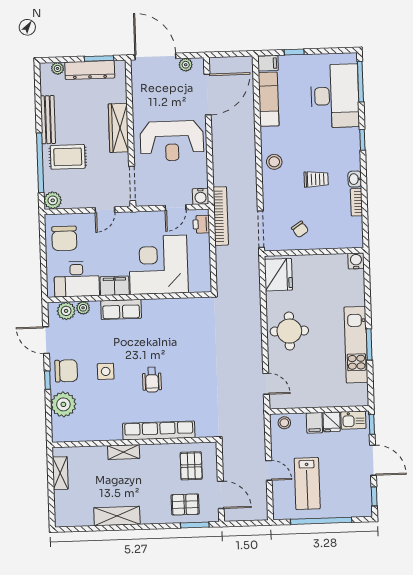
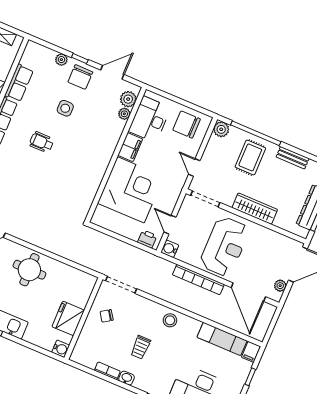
bench: (48, 120) -> (293, 158), width x0.73
reception desk: (172, 141) -> (225, 246), turned 180
bookcase: (221, 216) -> (198, 280), moved
fridge: (278, 275) -> (68, 318), moved, turned 90
row of seats: (121, 309) -> (19, 83), moved, turned 180
plant: (63, 404) -> (61, 60), width x0.53, depth x0.53

